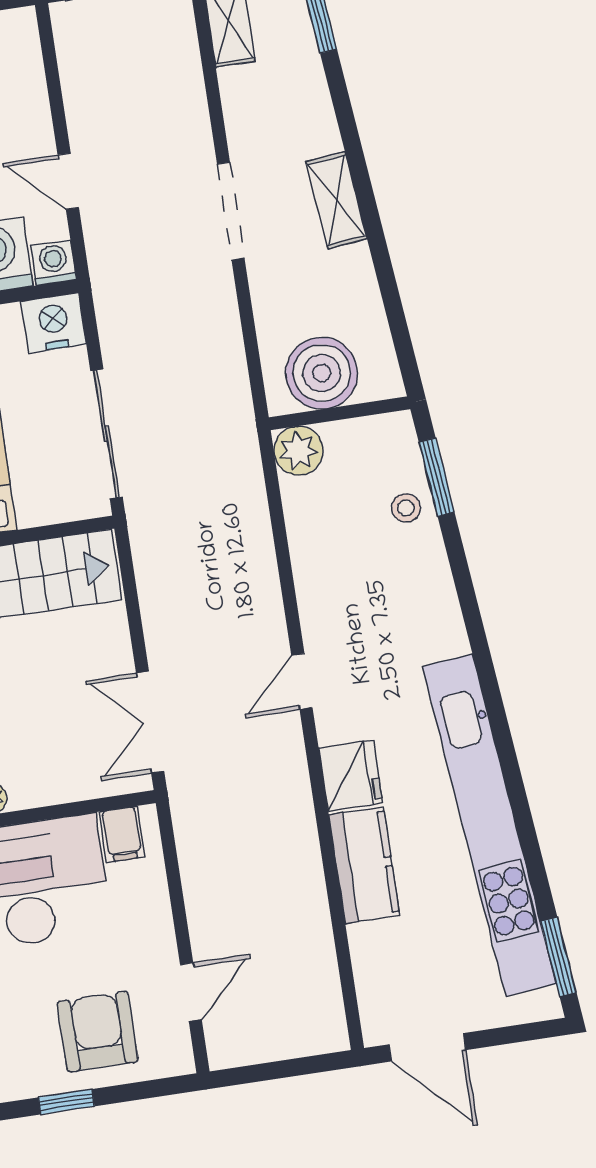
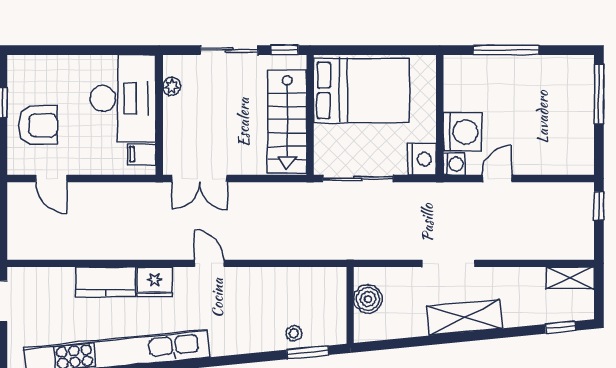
shelving: (336, 200) -> (465, 317), width x1.50, depth x1.33
doorway: (231, 211) -> (448, 263), moved
boiler: (322, 373) -> (368, 299), width x0.73, depth x0.73
plant: (298, 451) -> (333, 280), removed
double door: (150, 722) -> (200, 179), swing flipped

